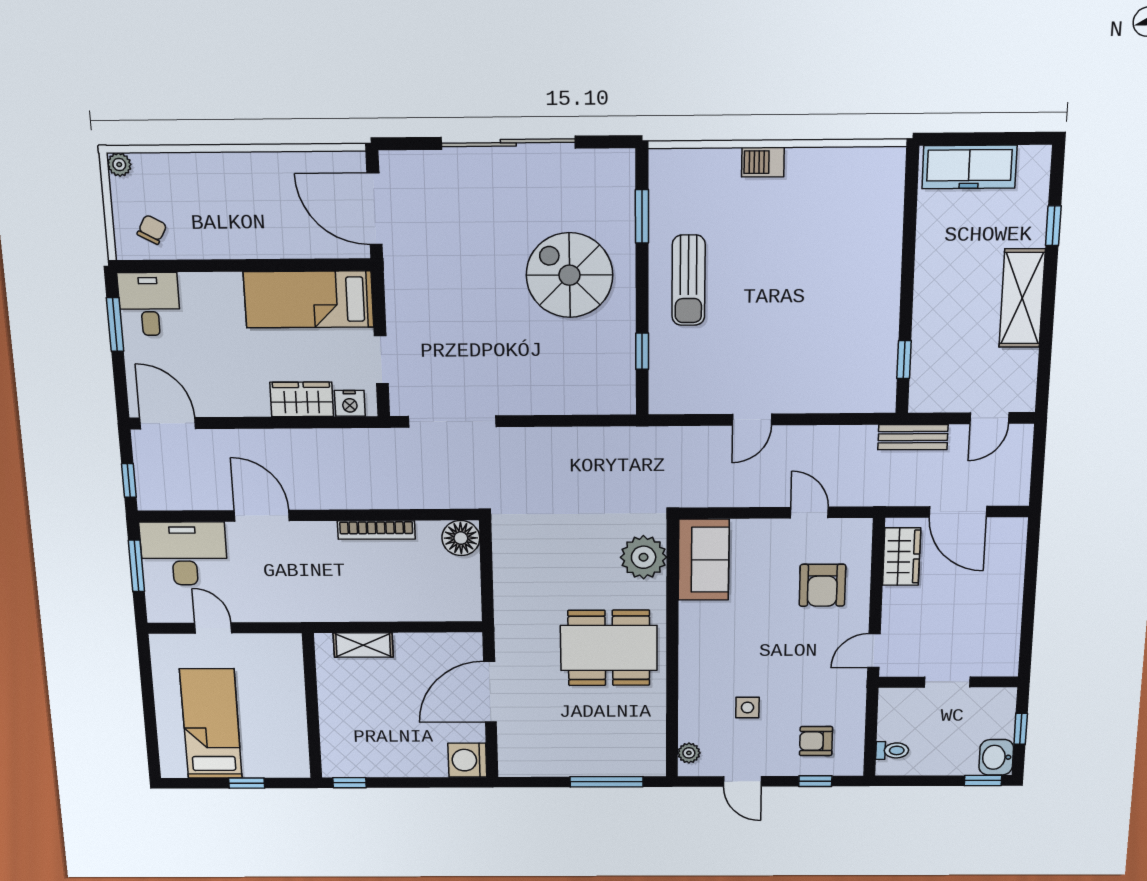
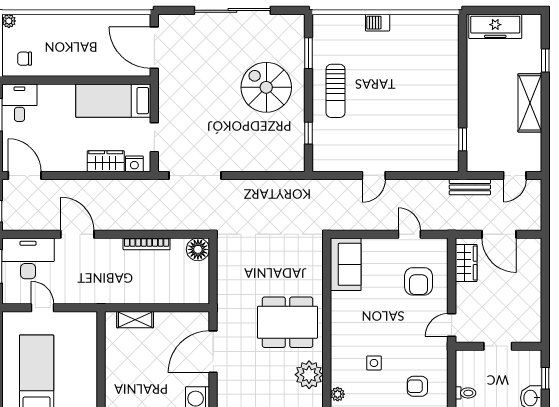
chair: (152, 230) -> (25, 59), turned -118
plant: (644, 557) -> (309, 375), moved

